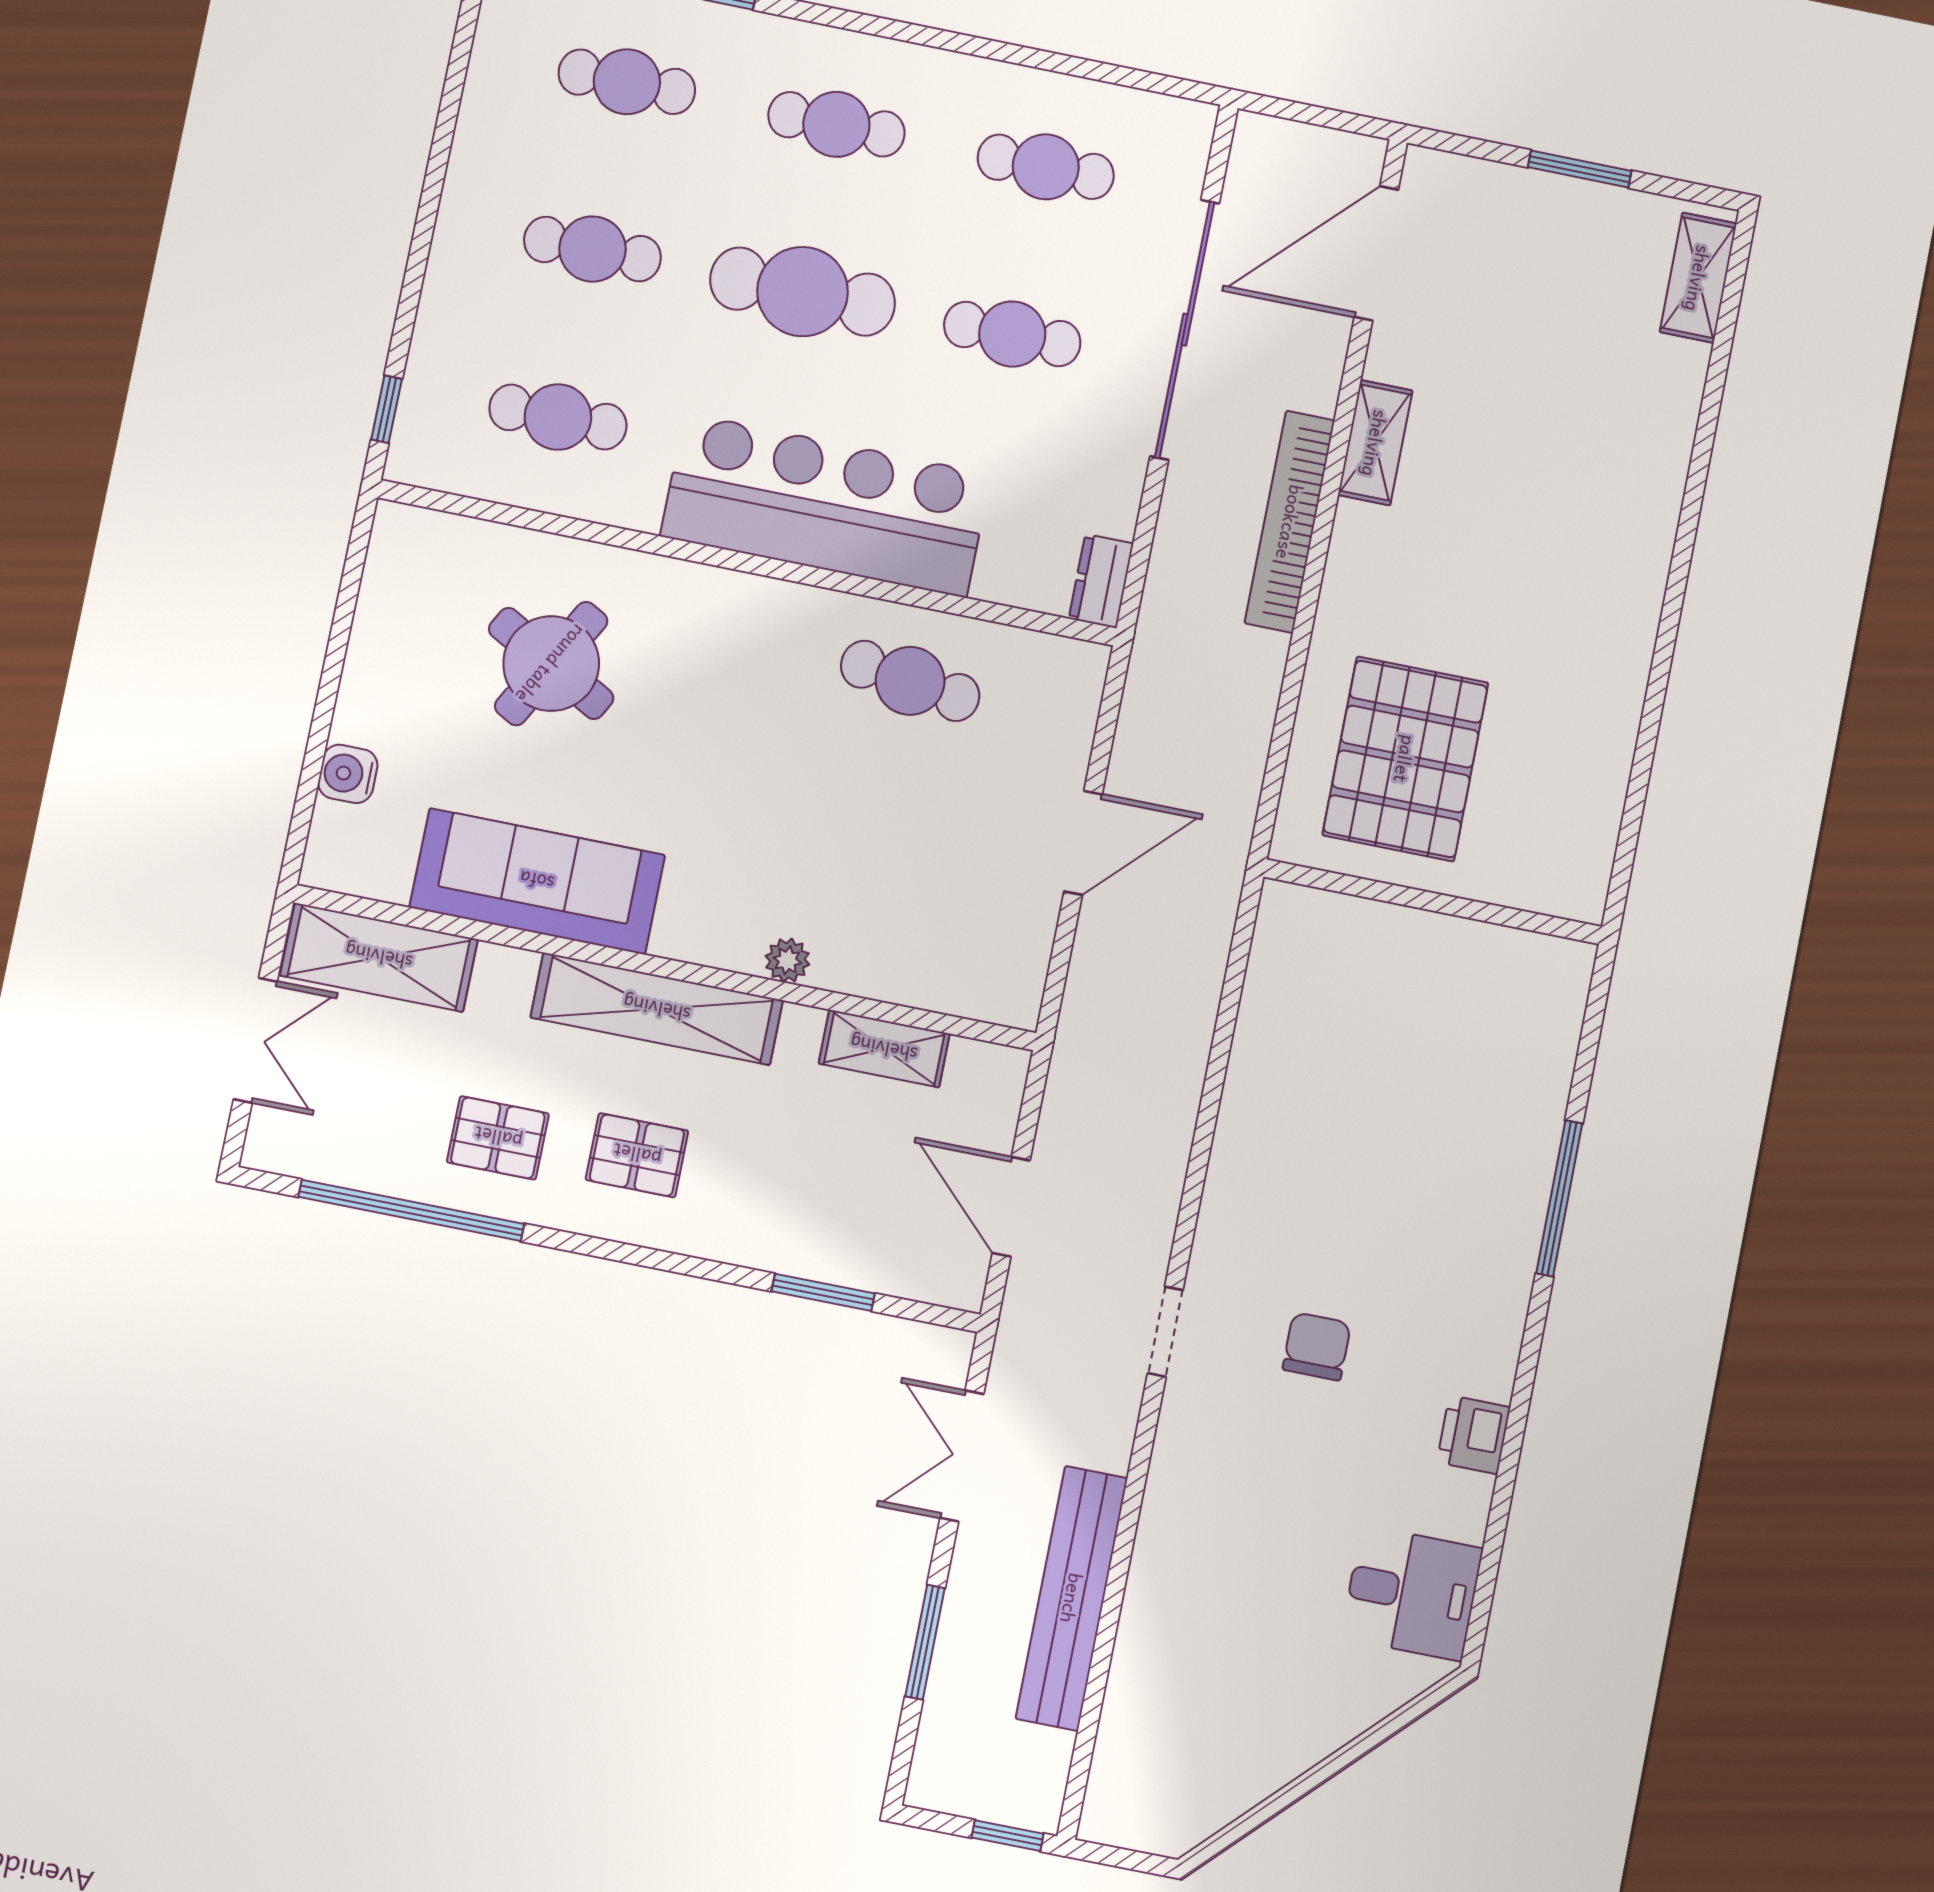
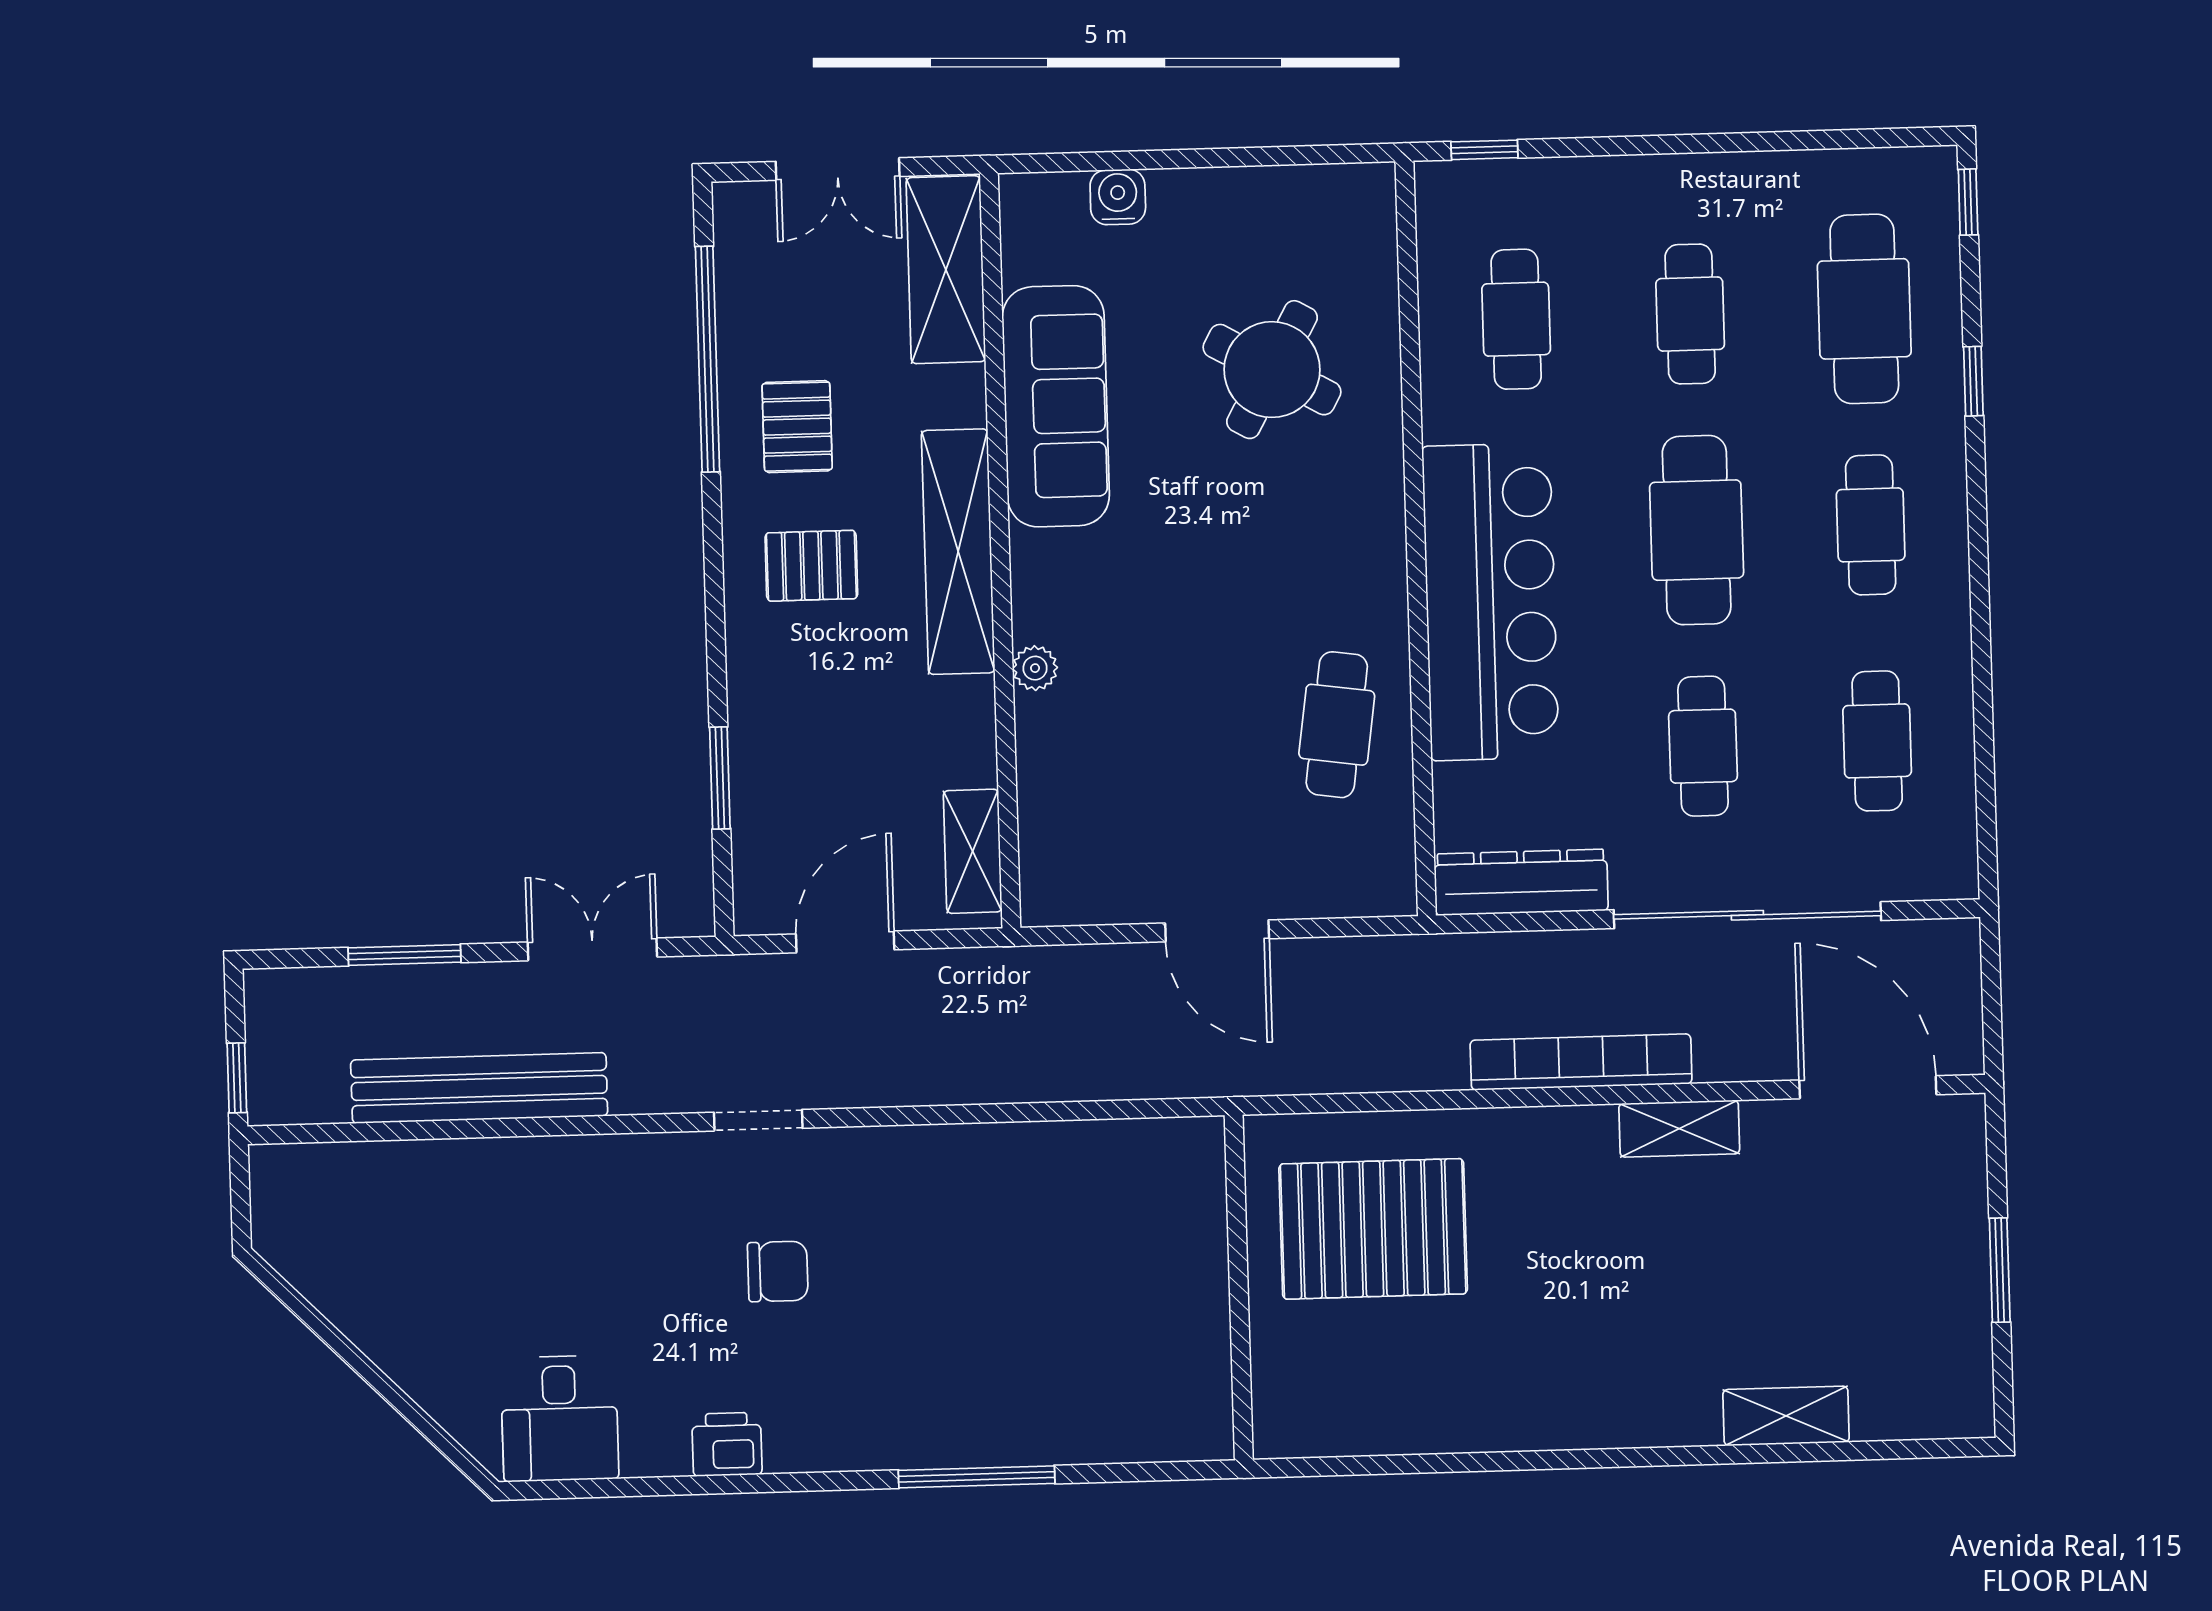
cafe table: (627, 82) -> (1864, 309), width x1.37, depth x1.35
shelving: (1698, 278) -> (1786, 1416), moved
dresser: (1101, 581) -> (1521, 882), width x1.96, depth x1.24
shelving: (884, 1049) -> (973, 851), moved
pallet: (637, 1155) -> (811, 566), turned 90

